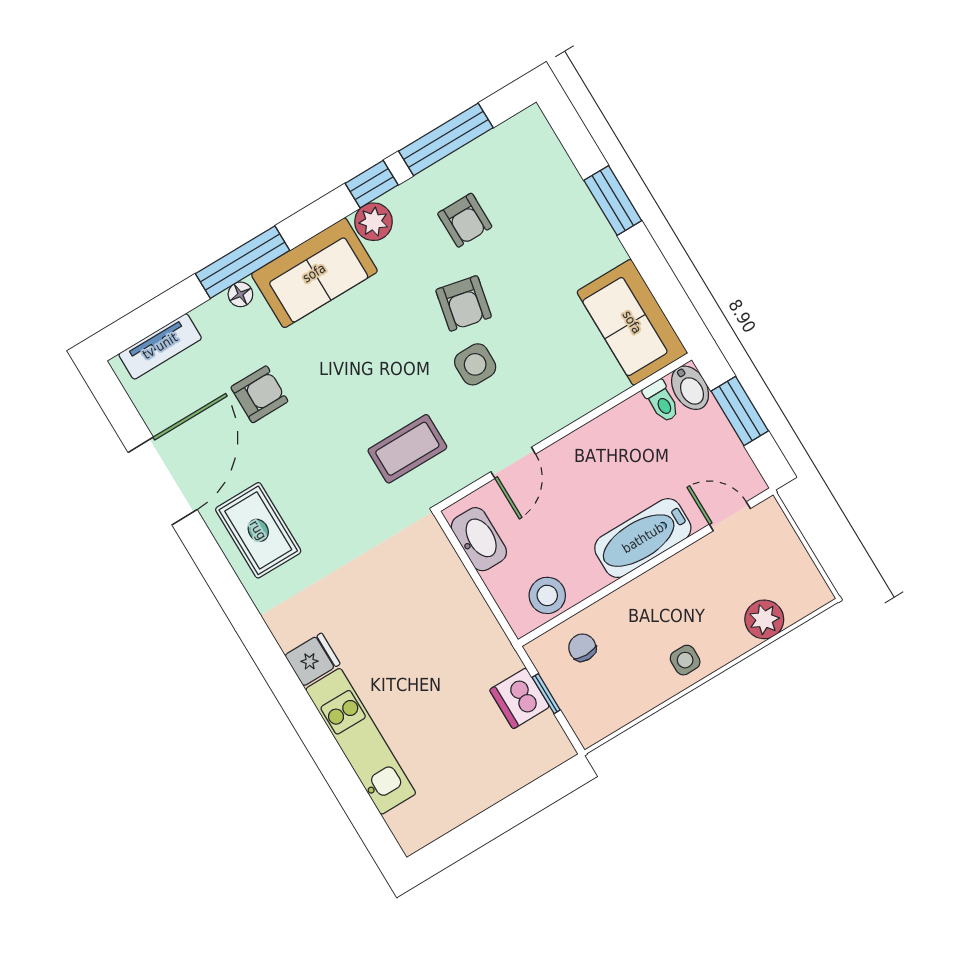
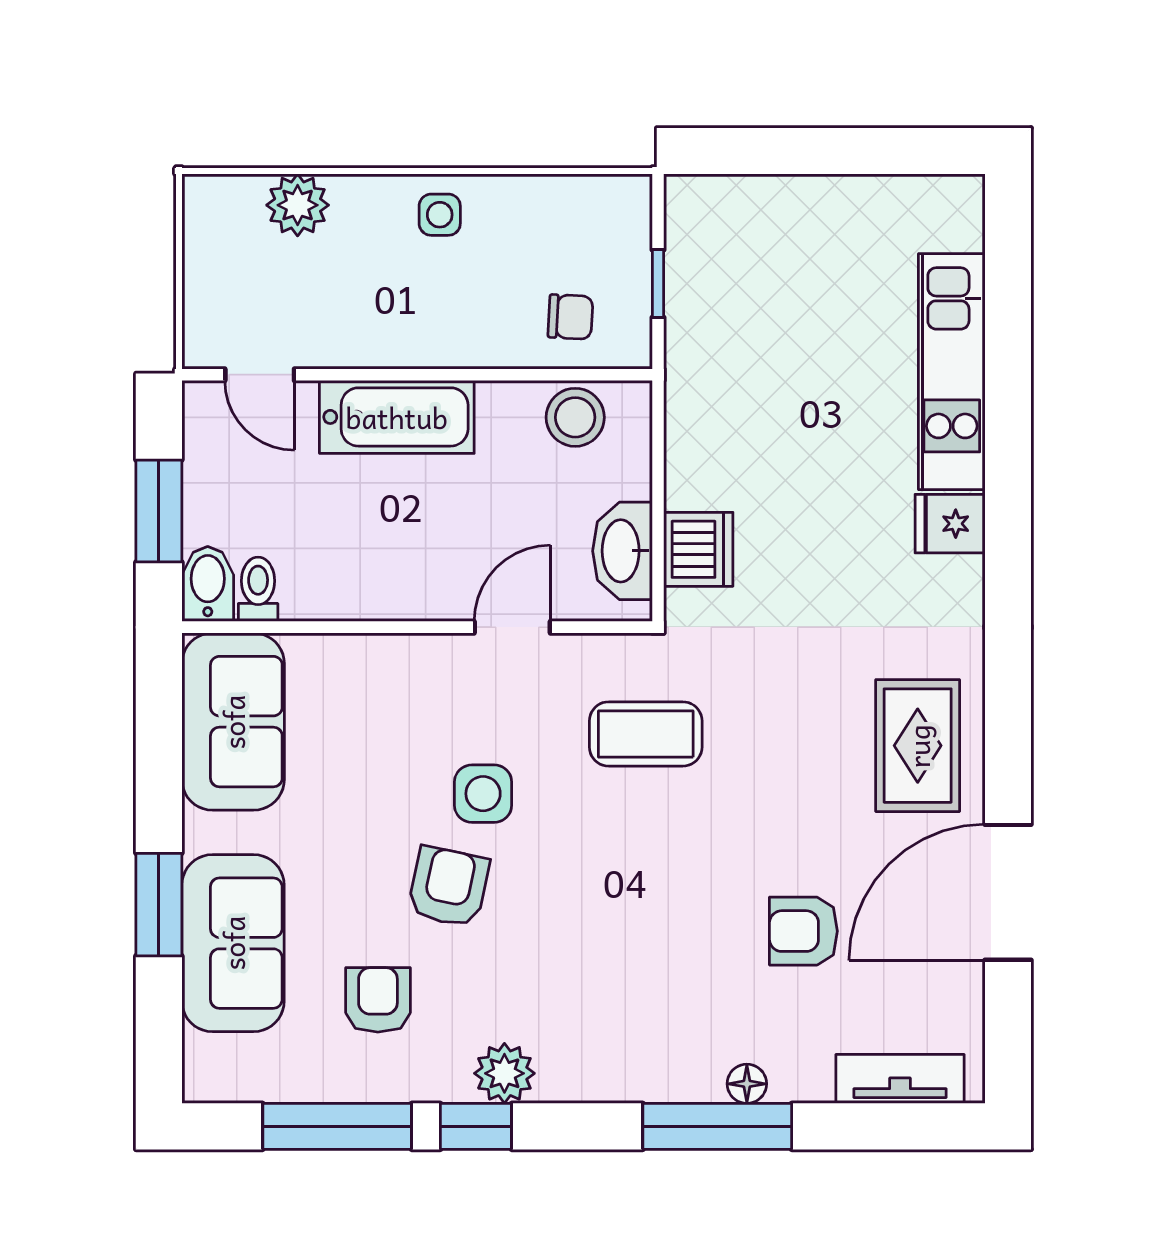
sofa: (314, 273) -> (233, 943), moved, turned 90
chair: (582, 648) -> (570, 317), turned -87
dishwasher: (520, 698) -> (698, 549), moved

